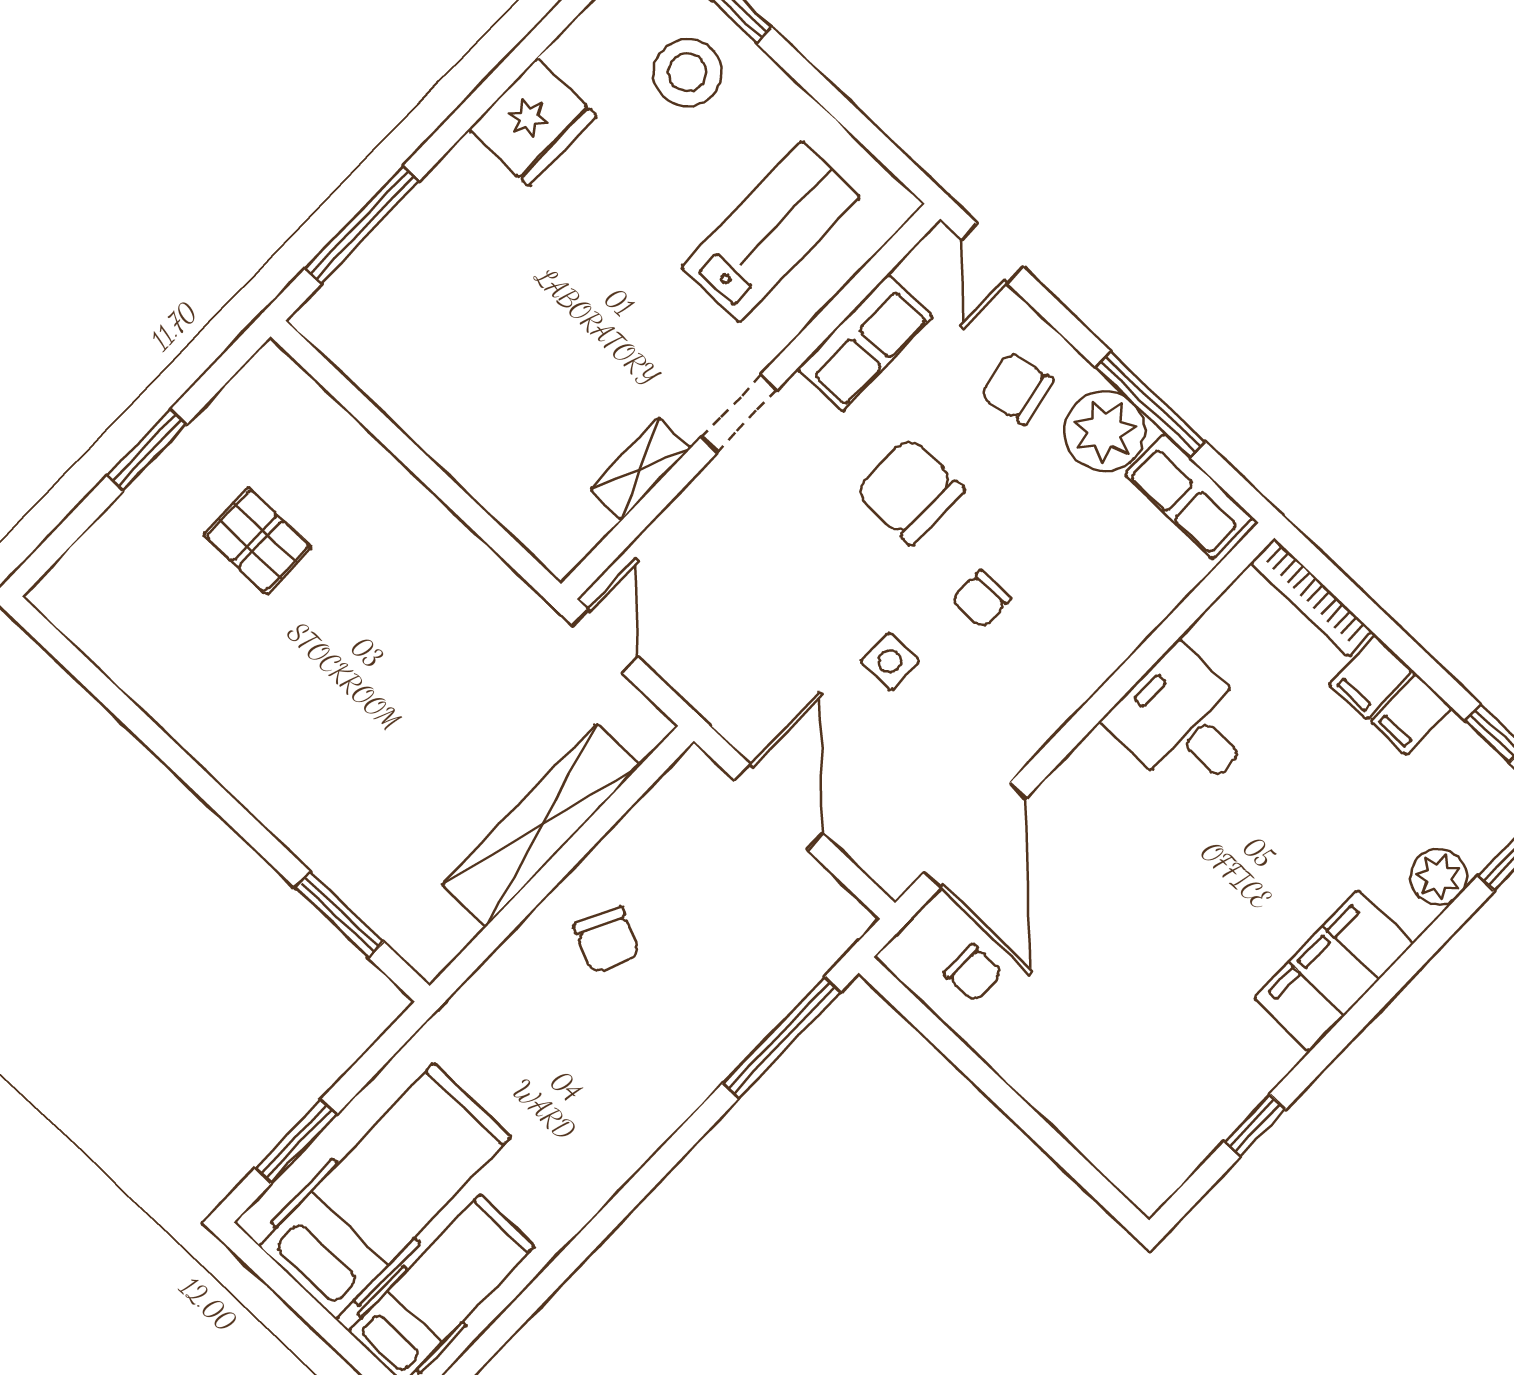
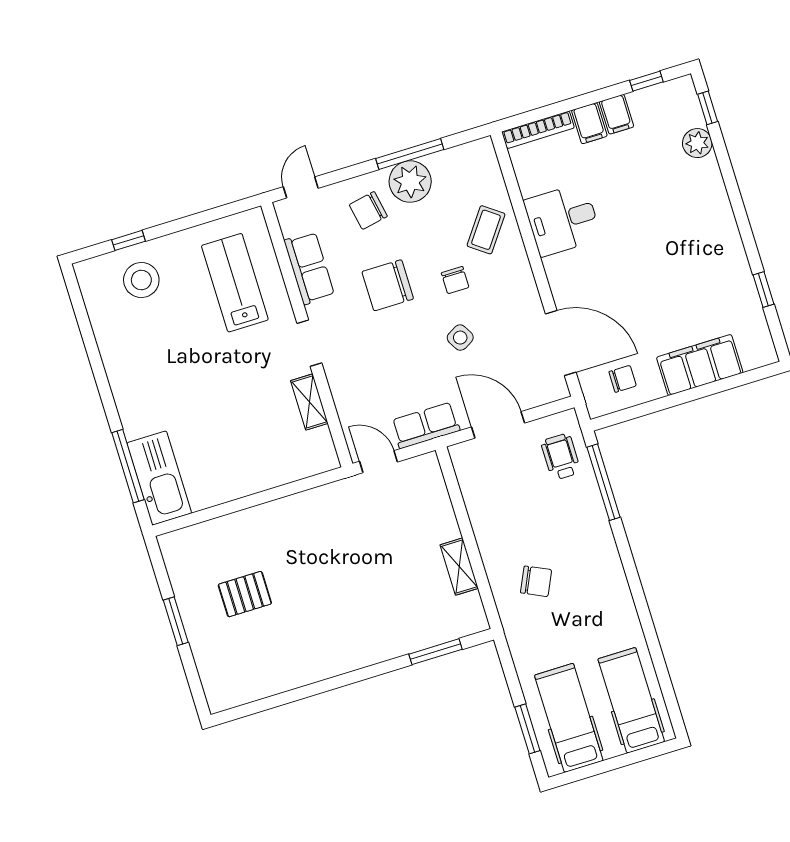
fridge: (533, 122) -> (125, 363), removed
door: (992, 253) -> (301, 187), swing flipped
kitchen sink: (372, 288) -> (159, 478), added
row of seats: (1189, 496) -> (426, 425), moved, turned 180
coffee table: (1095, 604) -> (486, 230), added
side table: (890, 662) -> (460, 338), turned -30
shelving: (541, 825) -> (459, 567), width x0.45, depth x0.75
chair: (607, 940) -> (536, 581), moved
wheelchair: (784, 942) -> (561, 457), added
filing cabinet: (1334, 971) -> (700, 365), moved, turned 90
hospital bed: (385, 1191) -> (569, 718), width x0.73, depth x0.78

